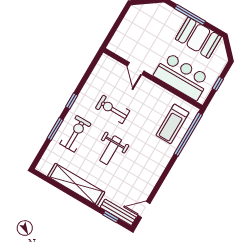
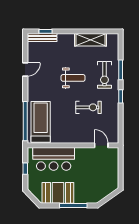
door: (136, 69) -> (101, 145), moved
treadmill: (172, 124) -> (41, 122), width x1.37, depth x1.38
weight bench: (111, 150) -> (73, 78), turned 90
shelving: (76, 184) -> (90, 40), width x0.68
door: (144, 210) -> (25, 69), moved

